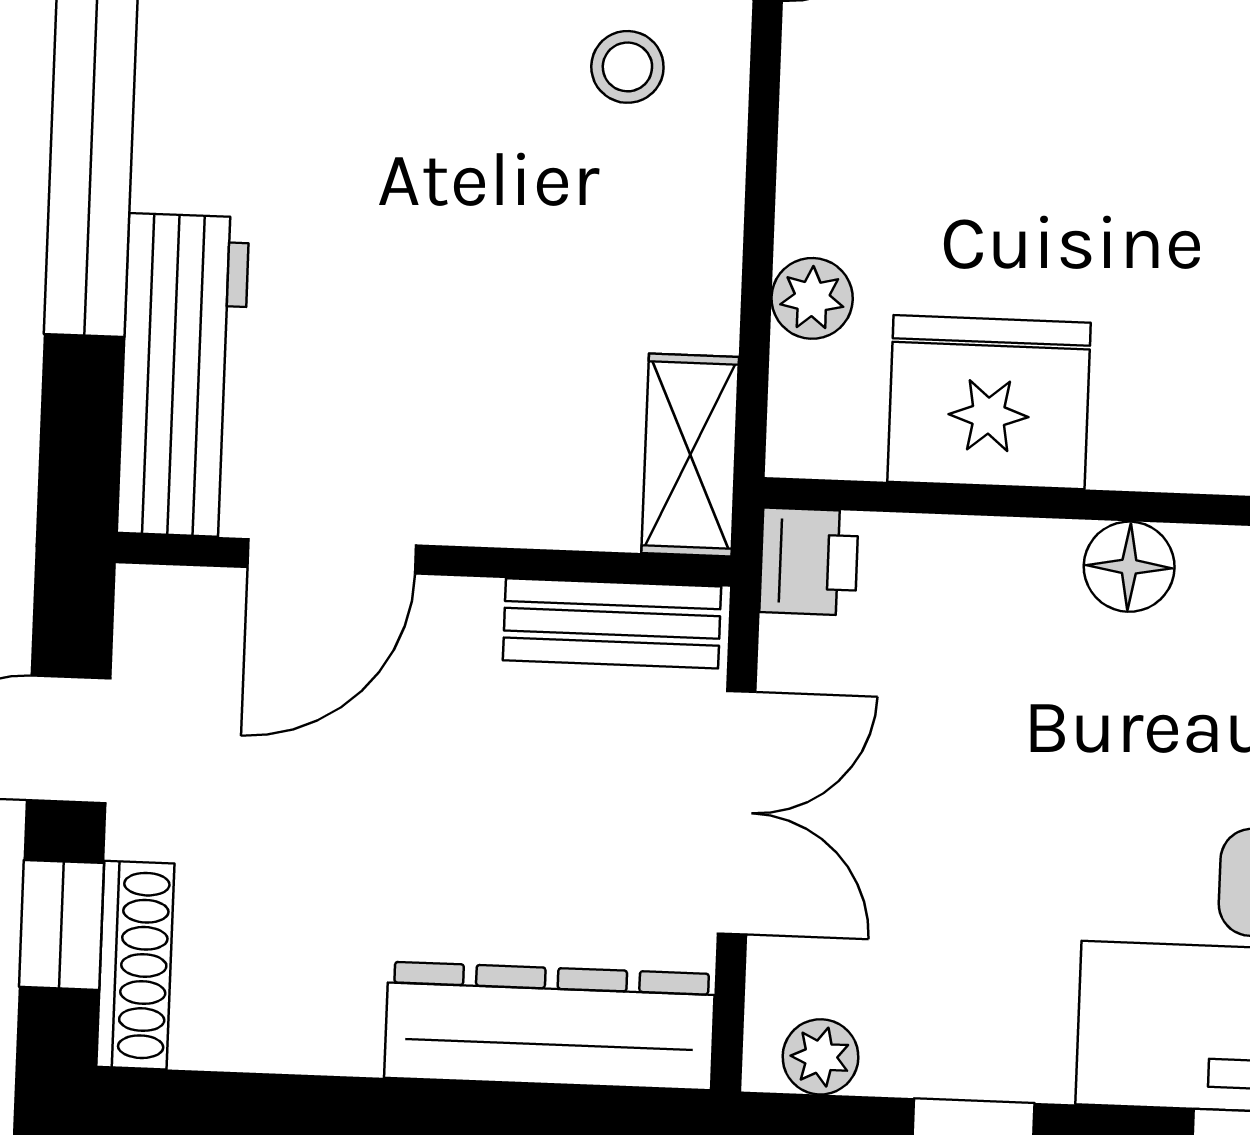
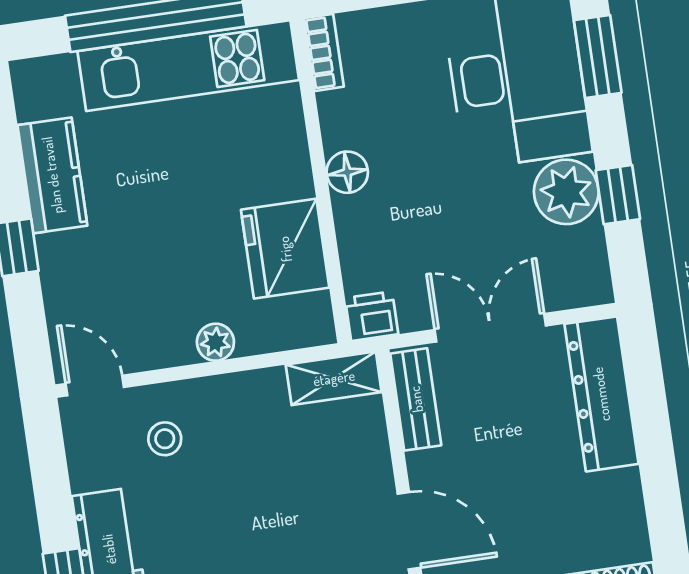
plant: (812, 298) -> (215, 342), moved
plant: (820, 1057) -> (566, 192), moved, width x1.87, depth x1.87

